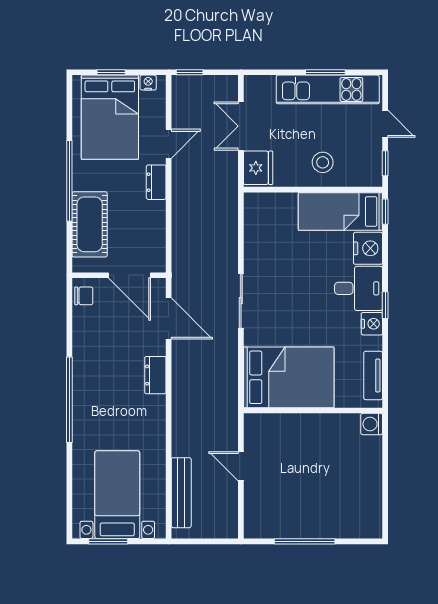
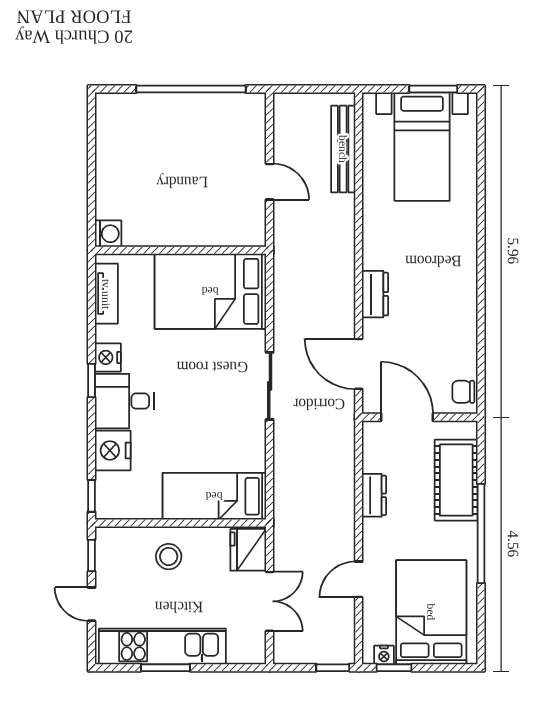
window: (111, 72) -> (394, 668), moved
dresser: (156, 182) -> (374, 495), moved
bed: (340, 211) -> (214, 496), moved, turned 180
window: (69, 400) -> (481, 264), removed
window: (305, 541) -> (191, 89), width x1.46

